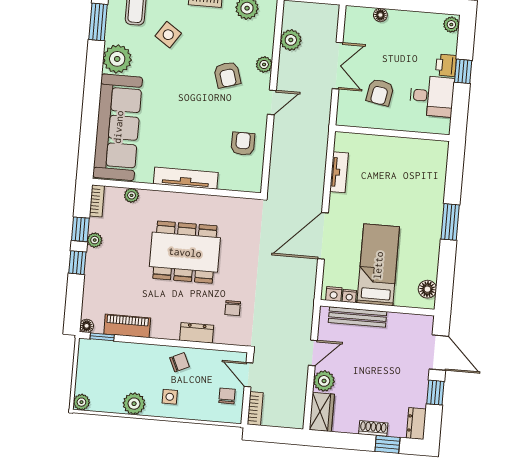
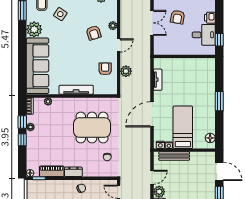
plant: (291, 40) -> (126, 71), moved
window: (463, 71) -> (219, 40), moved
armchair: (380, 92) -> (178, 17), moved
dining table: (185, 252) -> (92, 127), moved
dresser: (197, 333) -> (73, 172), moved

